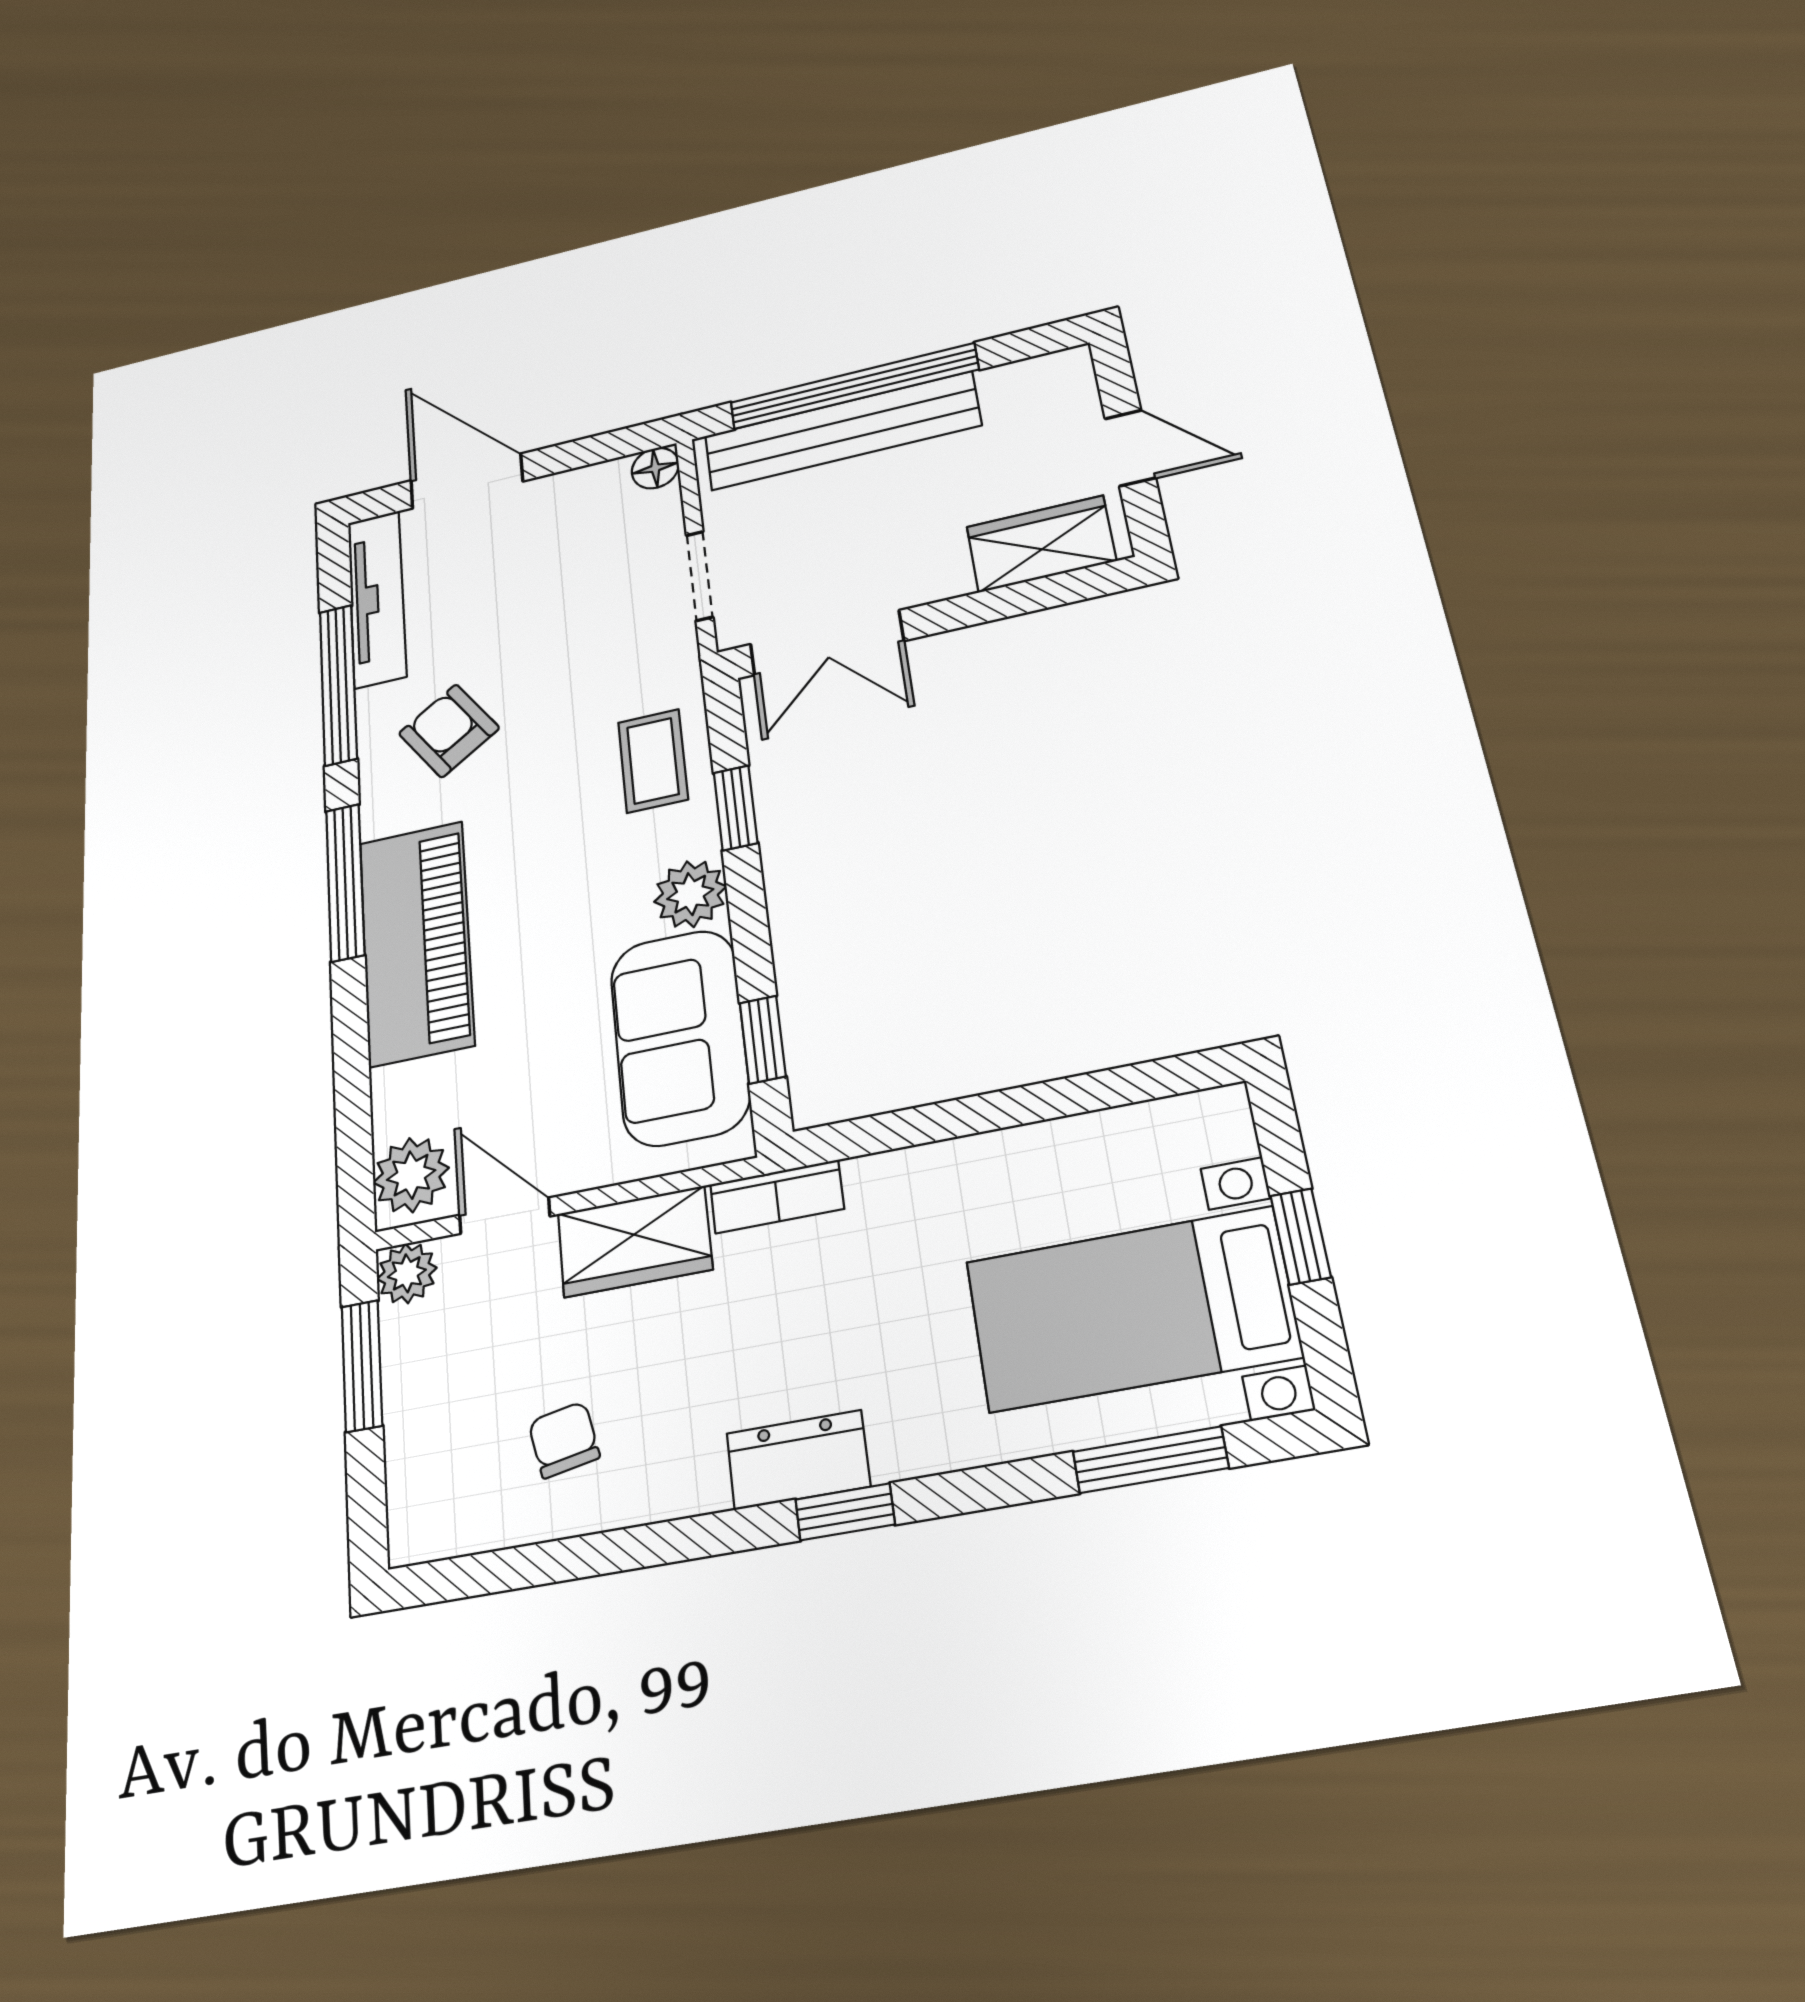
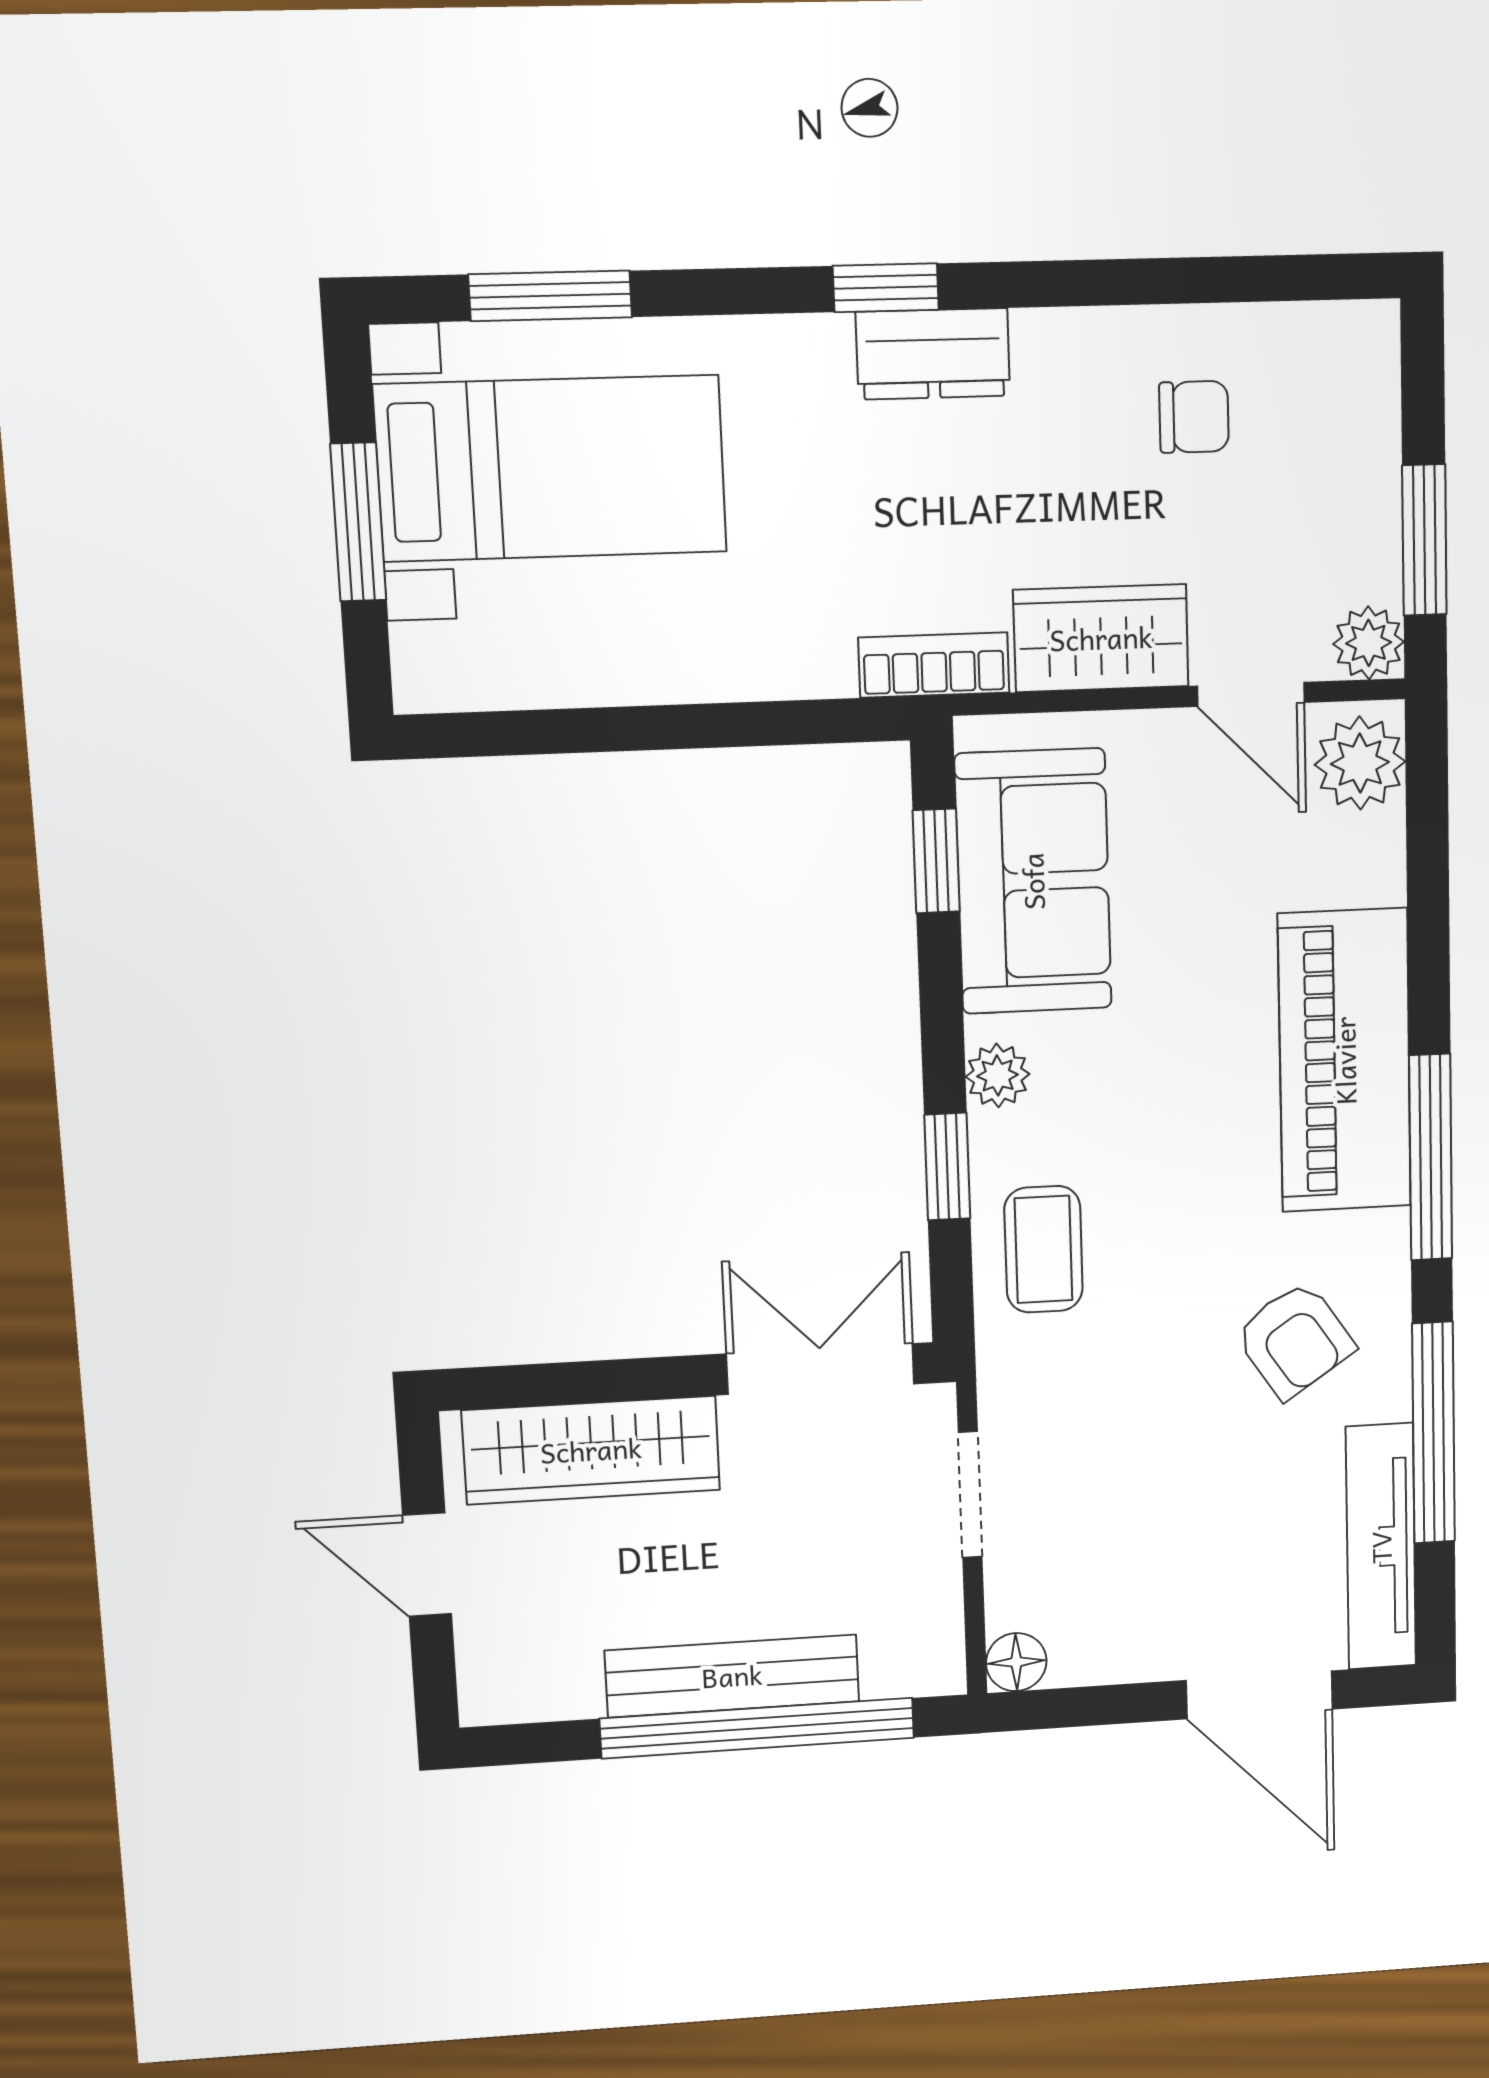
bench: (842, 431) -> (732, 1676), width x0.73, depth x0.82
wardrobe: (1041, 544) -> (591, 1450), width x1.50
plant: (690, 894) -> (998, 1075), width x0.73, depth x0.73
window: (1300, 1236) -> (358, 522), width x1.50
chair: (564, 1440) -> (1194, 417), turned -79

